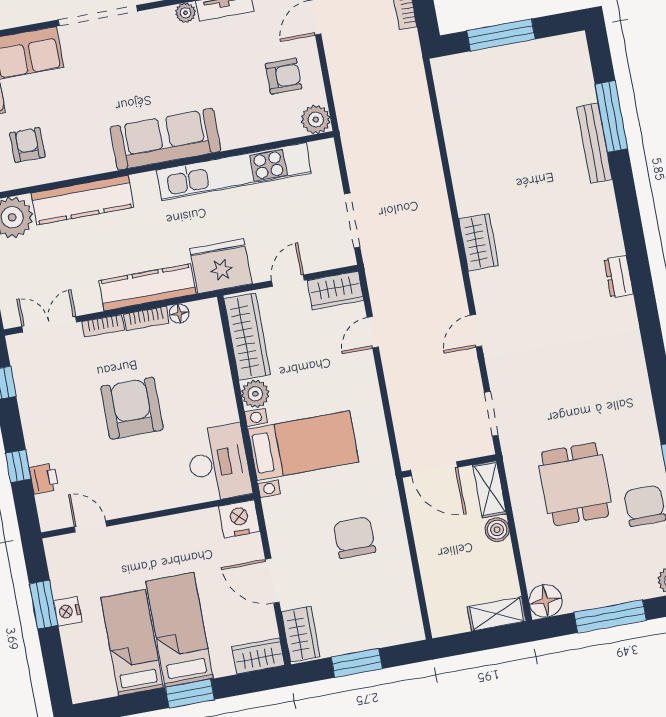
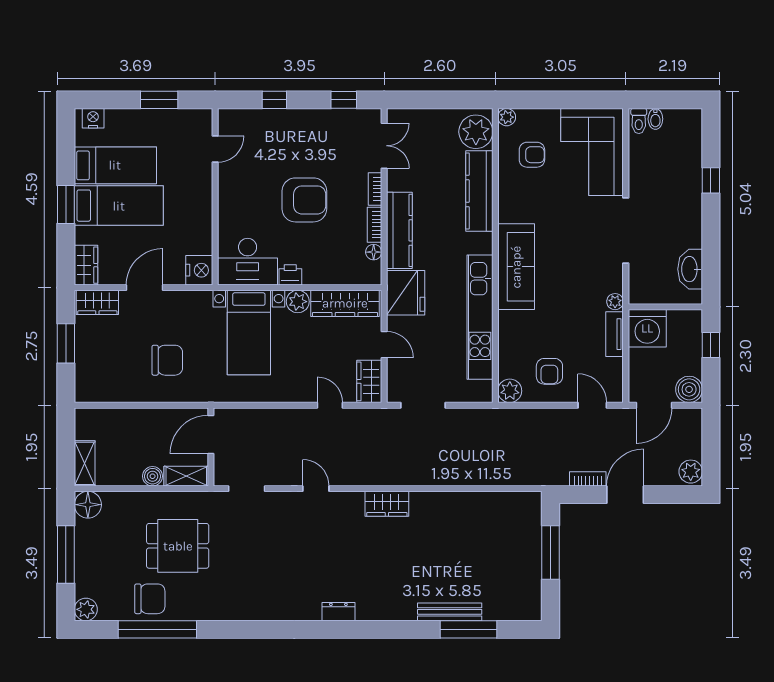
printer: (44, 478) -> (290, 275), moved, turned 180
nightstand: (68, 611) -> (93, 118), moved

